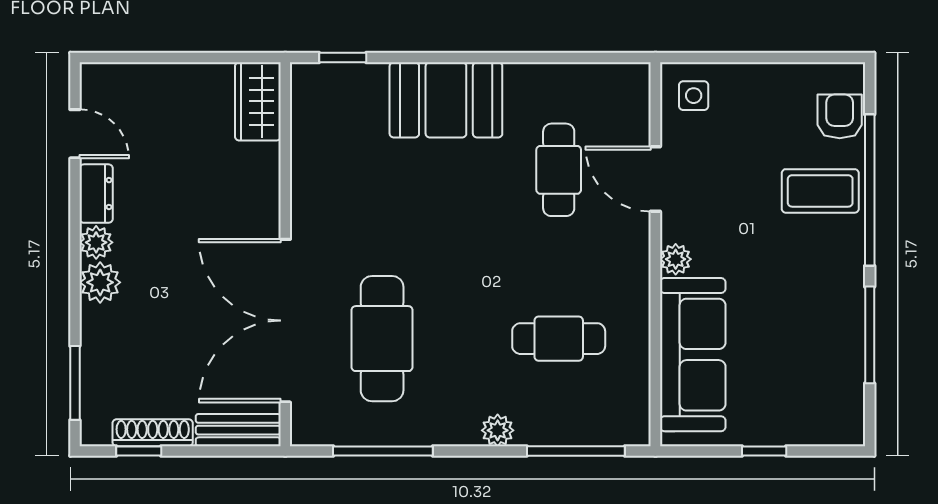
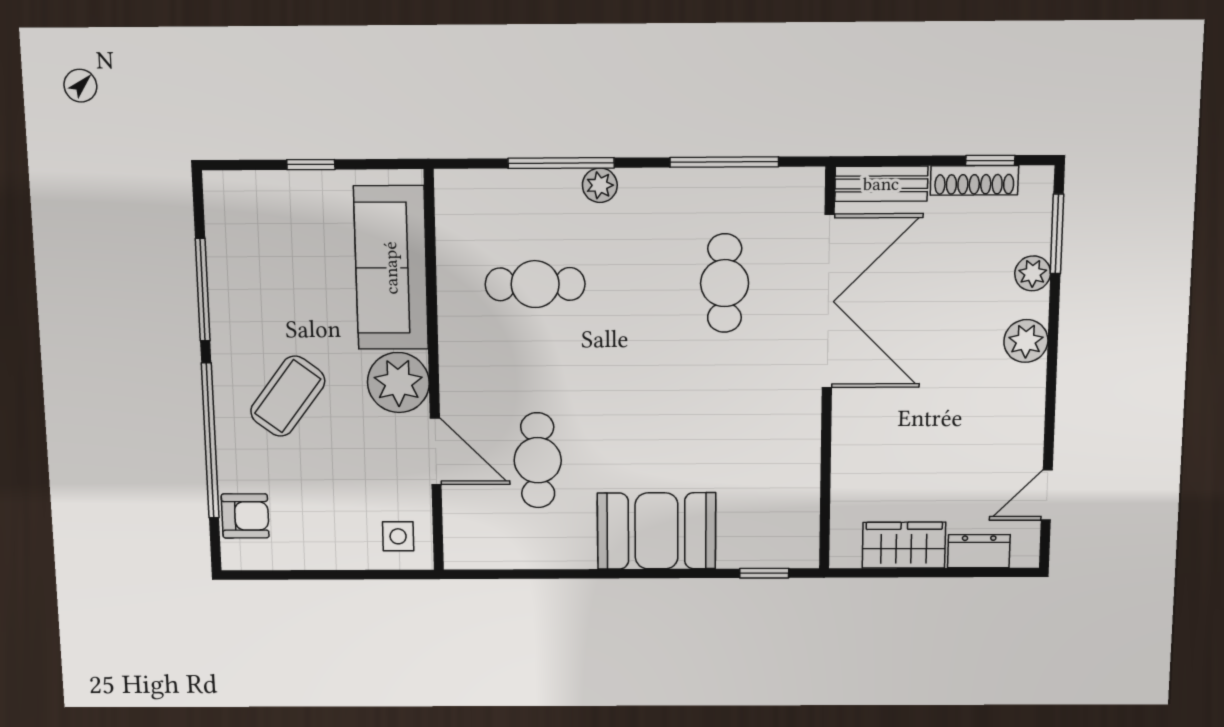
wardrobe: (258, 101) -> (904, 545), moved, turned -90
armchair: (840, 116) -> (245, 516), turned -90
door: (75, 134) -> (1047, 495), hinge flipped
coffee table: (820, 191) -> (288, 396), moved, turned -53
dresser: (96, 194) -> (979, 551), moved, turned 90
plant: (96, 242) -> (1033, 273), moved
plant: (676, 259) -> (398, 383), width x1.88, depth x1.88
cafe table: (382, 339) -> (725, 283), width x0.73, depth x0.74
window: (576, 451) -> (561, 163), moved

